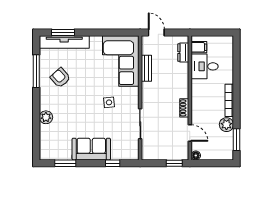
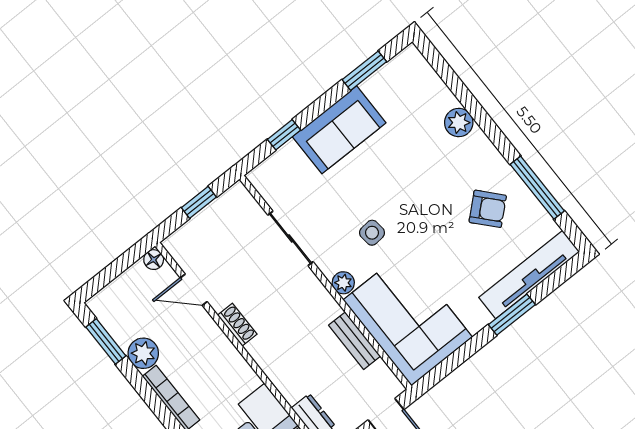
window: (63, 32) -> (512, 315), moved
plant: (134, 93) -> (343, 283), added
window: (174, 163) -> (199, 202), moved

